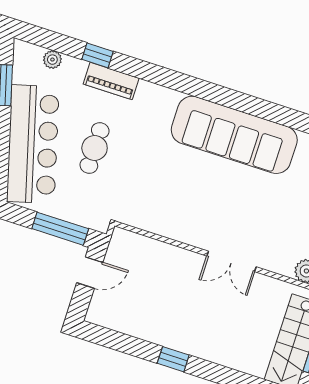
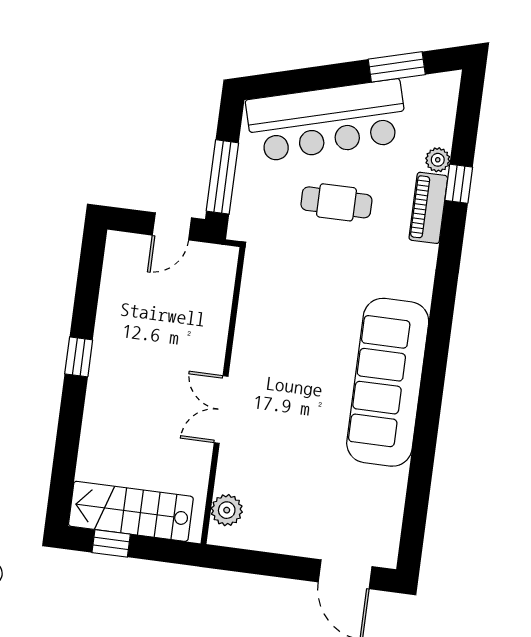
plant: (52, 60) -> (438, 160), moved
door: (90, 273) -> (172, 226), hinge flipped

